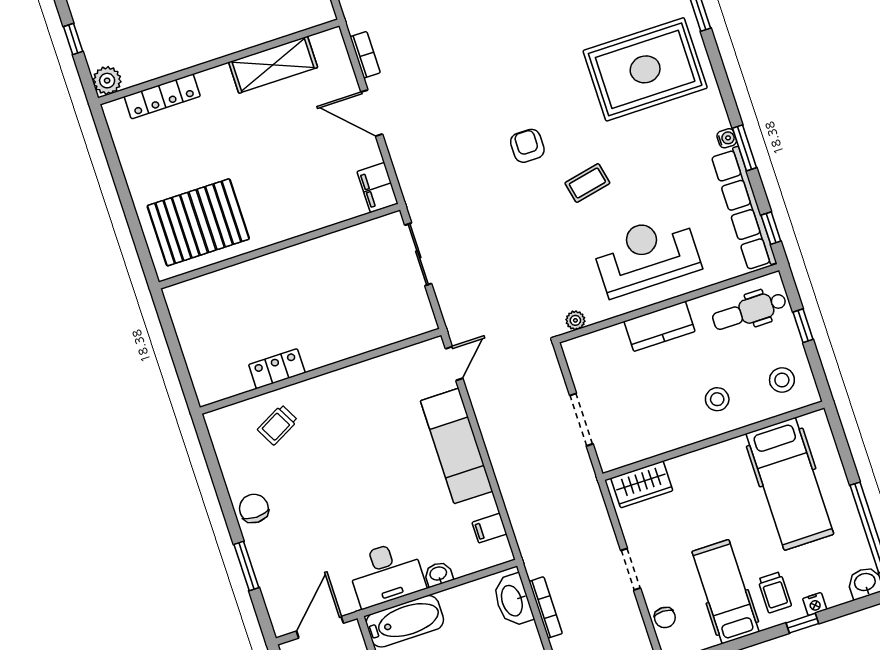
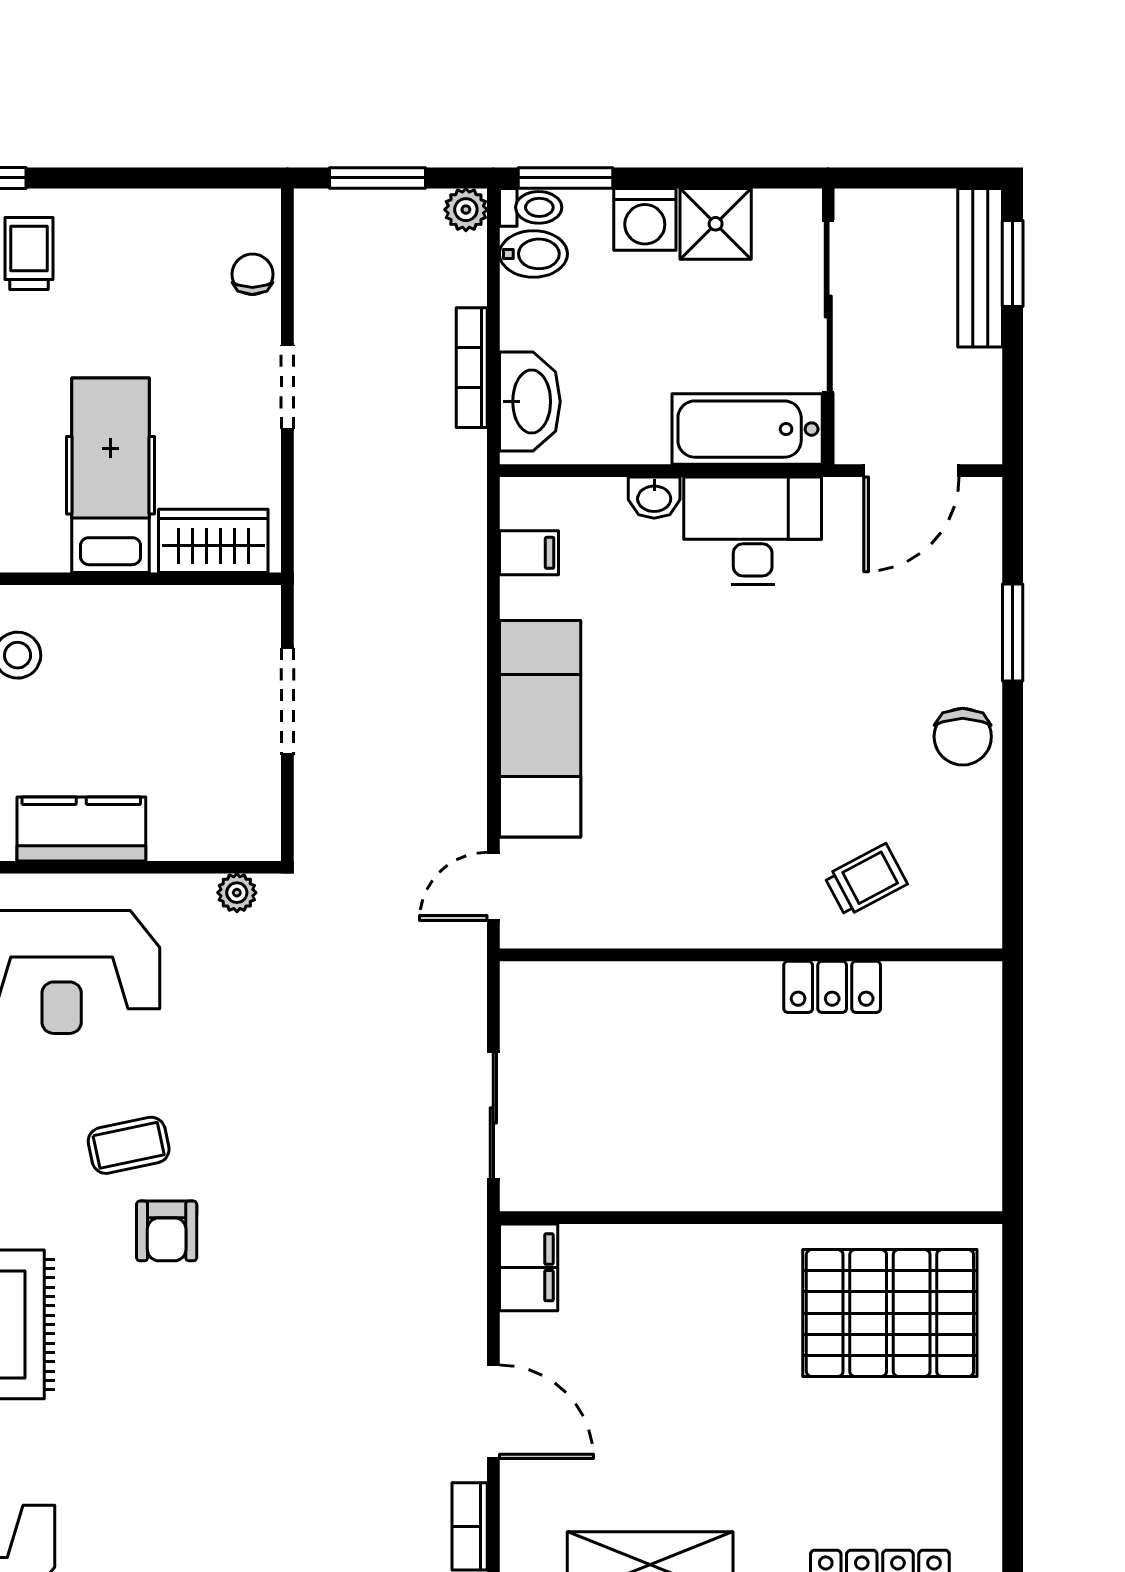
armchair: (527, 146) -> (167, 1231), moved
hospital bed: (725, 592) -> (111, 475), moved, turned 180

